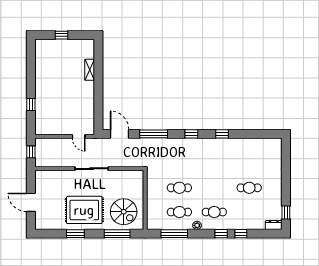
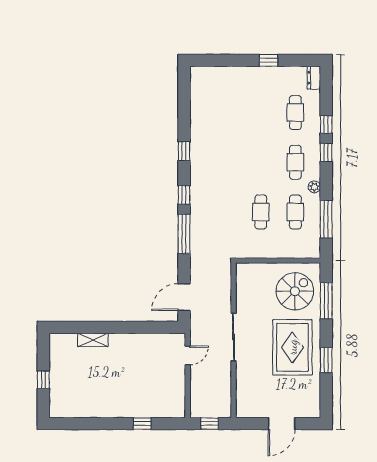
window: (154, 134) -> (184, 234), moved
cafe table: (249, 188) -> (295, 113), moved
window: (286, 213) -> (269, 60), moved

